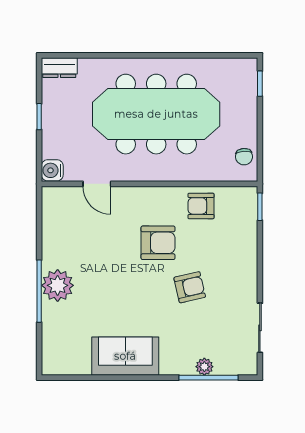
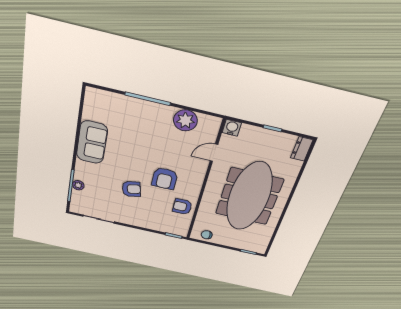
armchair: (201, 206) -> (182, 207), turned -90
plant: (58, 285) -> (185, 120), moved
armchair: (190, 287) -> (131, 189), turned -89

